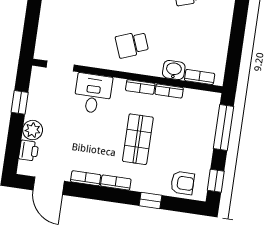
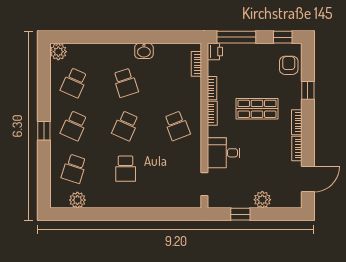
washbasin: (174, 70) -> (144, 51), moved, turned -90
printer: (29, 151) -> (215, 51), moved, turned 90

